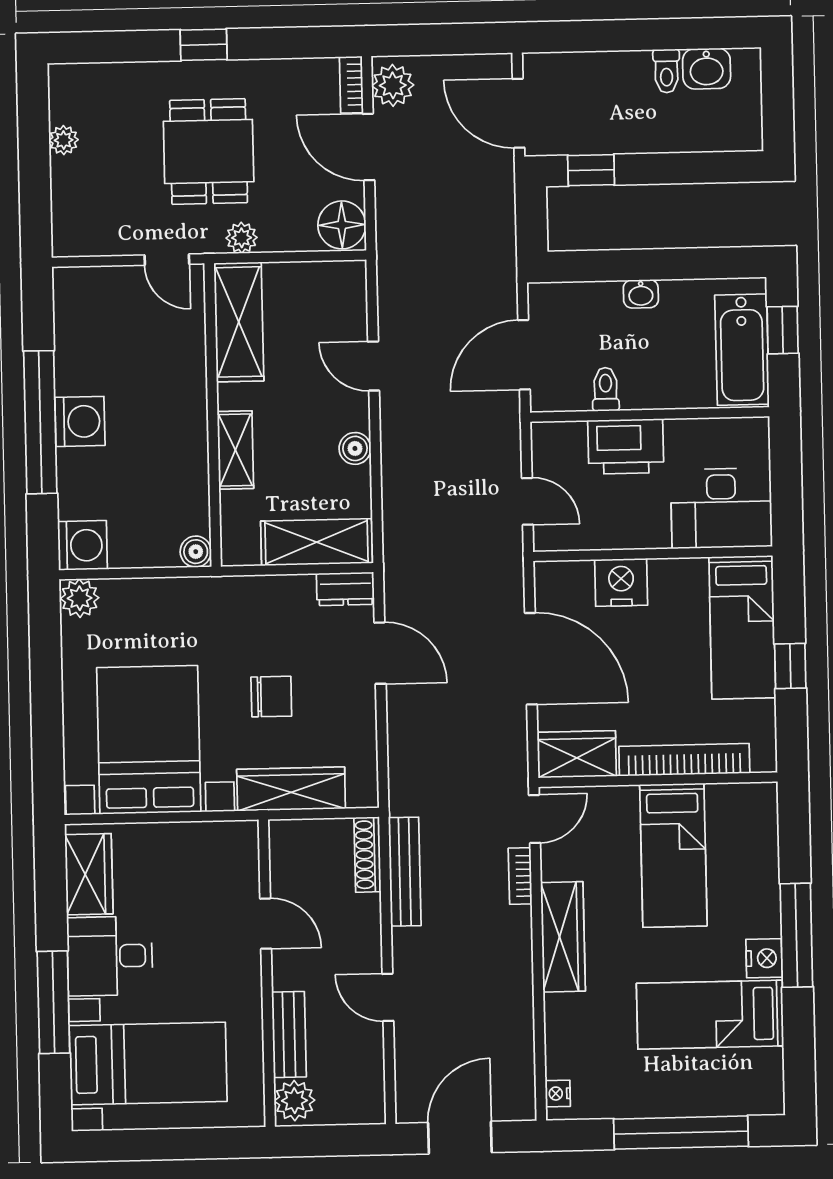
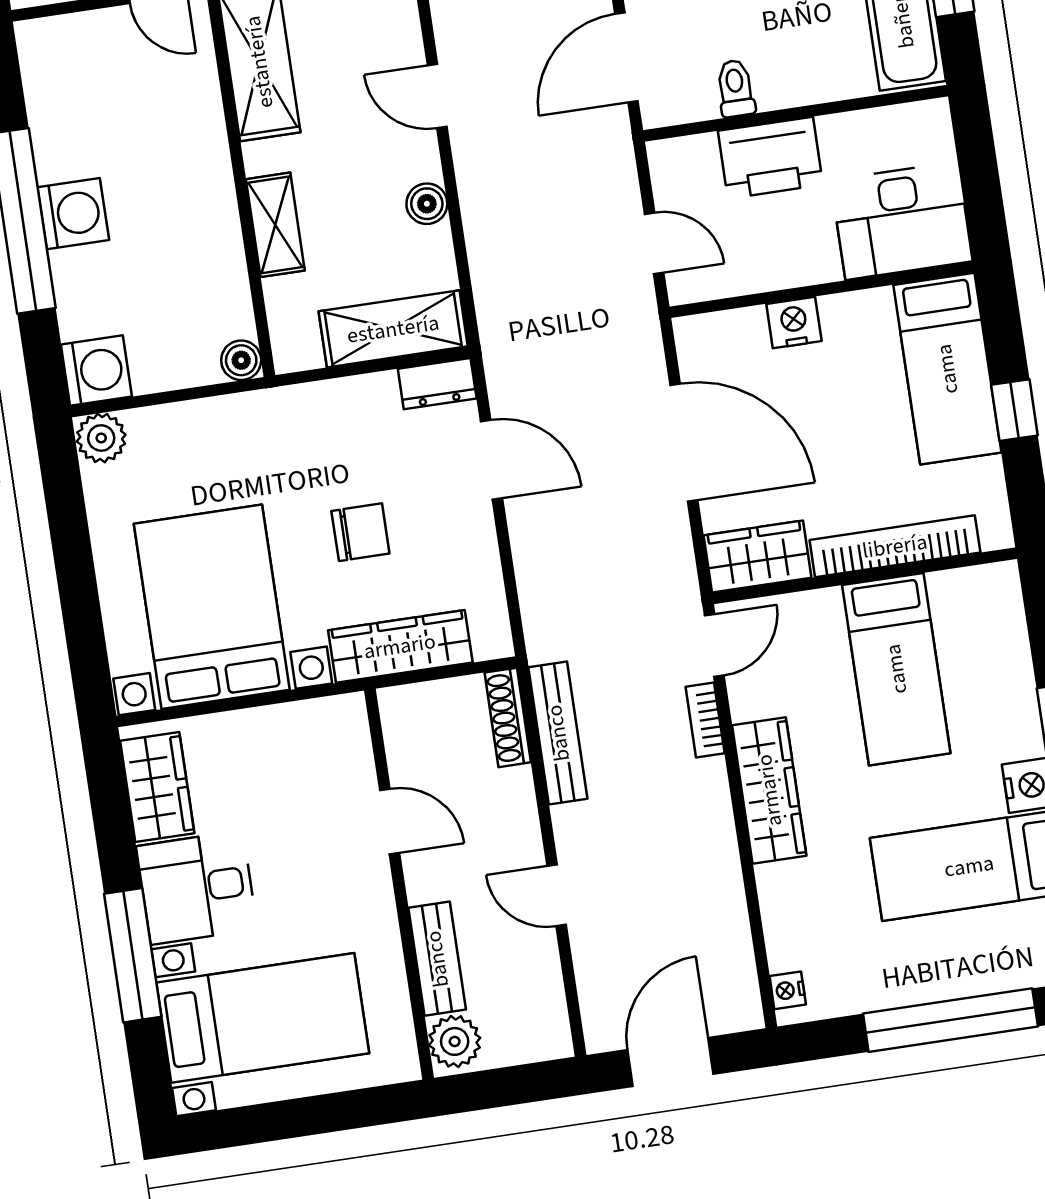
nightstand: (621, 582) -> (794, 323), width x0.74, depth x0.75

